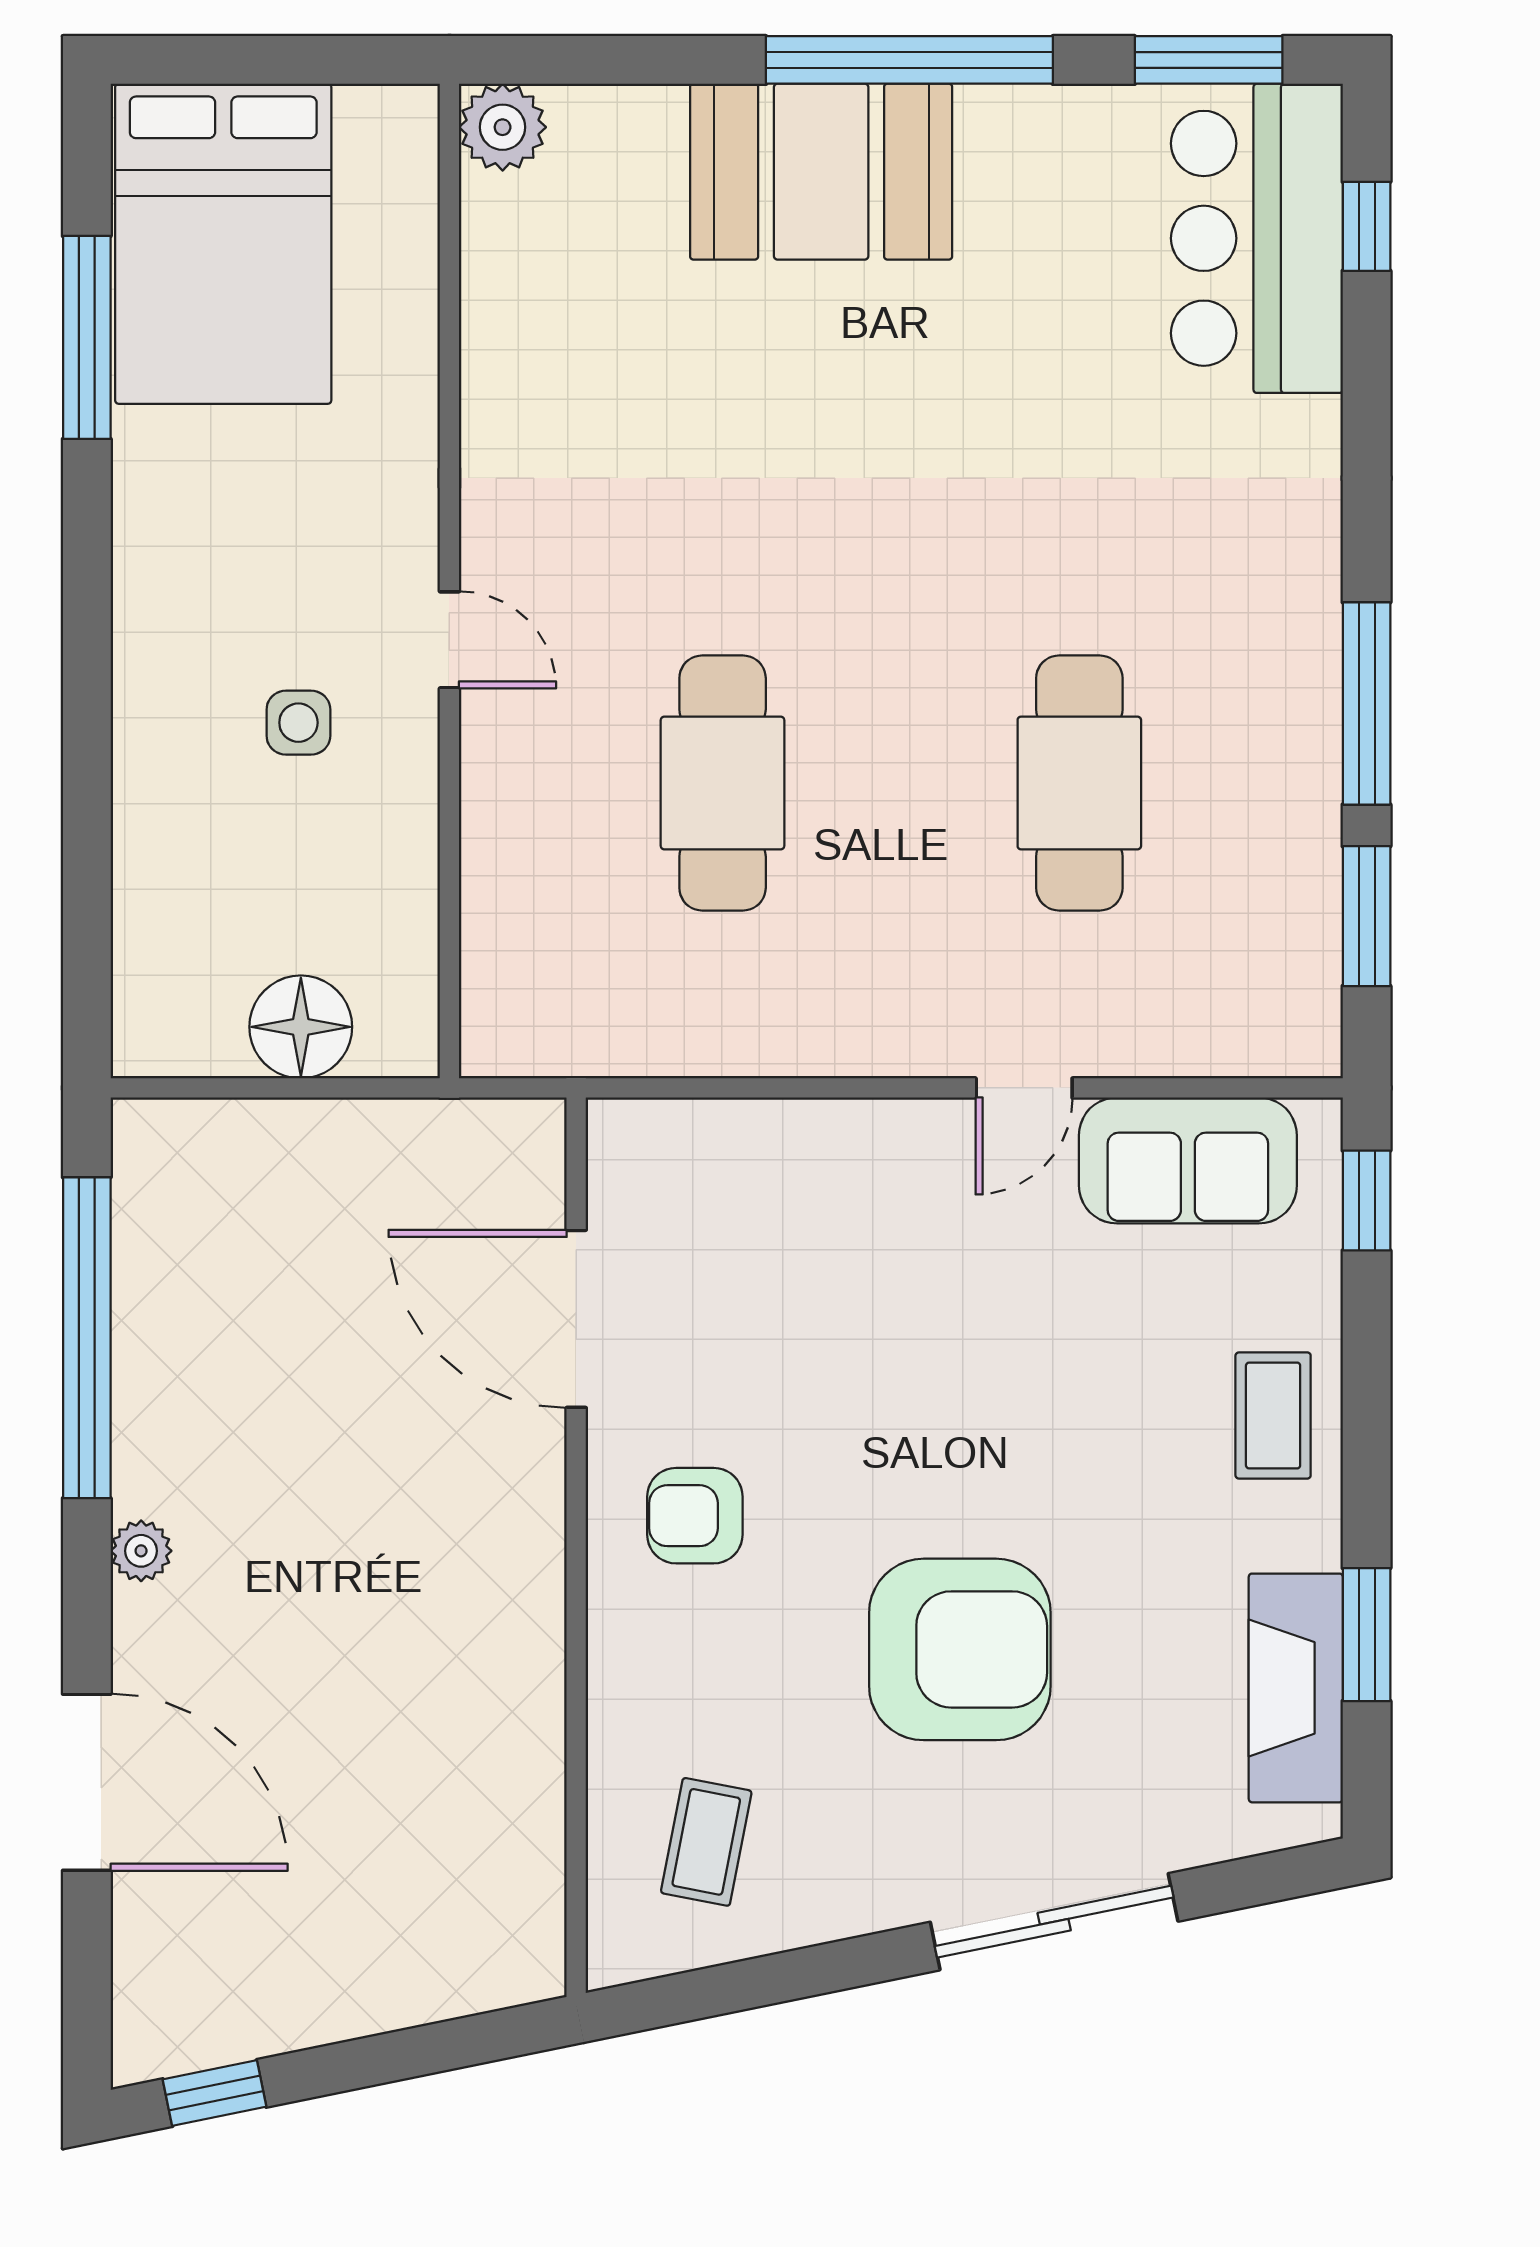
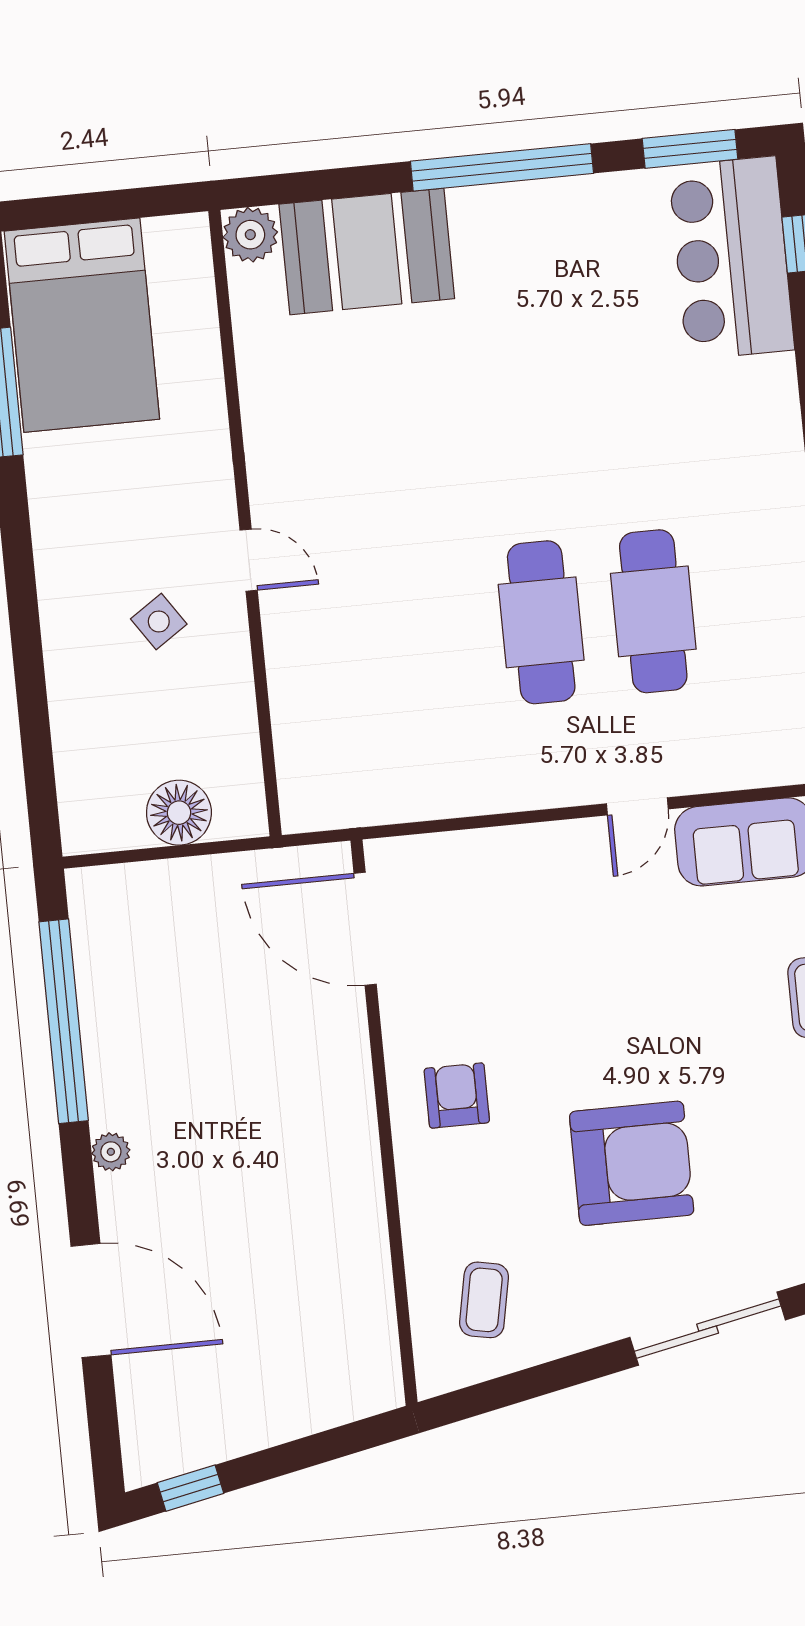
booth: (821, 172) -> (367, 251), moved
side table: (298, 723) -> (159, 622), turned -34
cafe table: (723, 783) -> (541, 622), moved
door: (576, 1319) -> (365, 929), moved
armchair: (695, 1516) -> (457, 1096), turned 90

